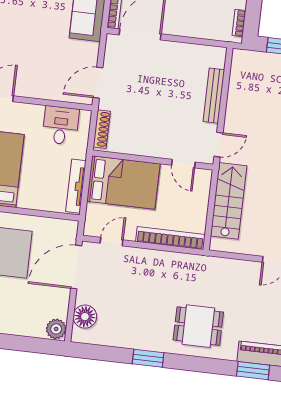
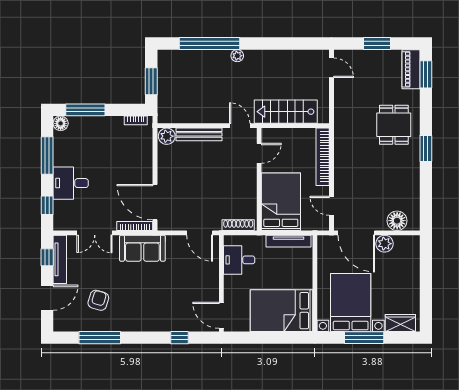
plant: (216, 57) -> (167, 136), added
plant: (56, 329) -> (385, 244), moved
window: (148, 358) -> (426, 149), moved

